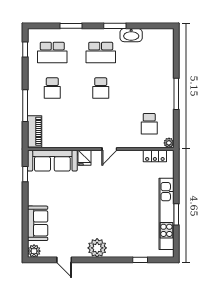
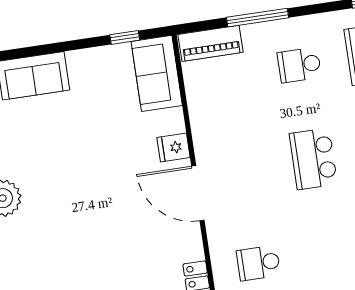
school desk: (101, 88) -> (313, 159), width x1.85
door: (109, 149) -> (198, 193), width x1.87
sofa: (52, 161) -> (157, 73), width x0.73

